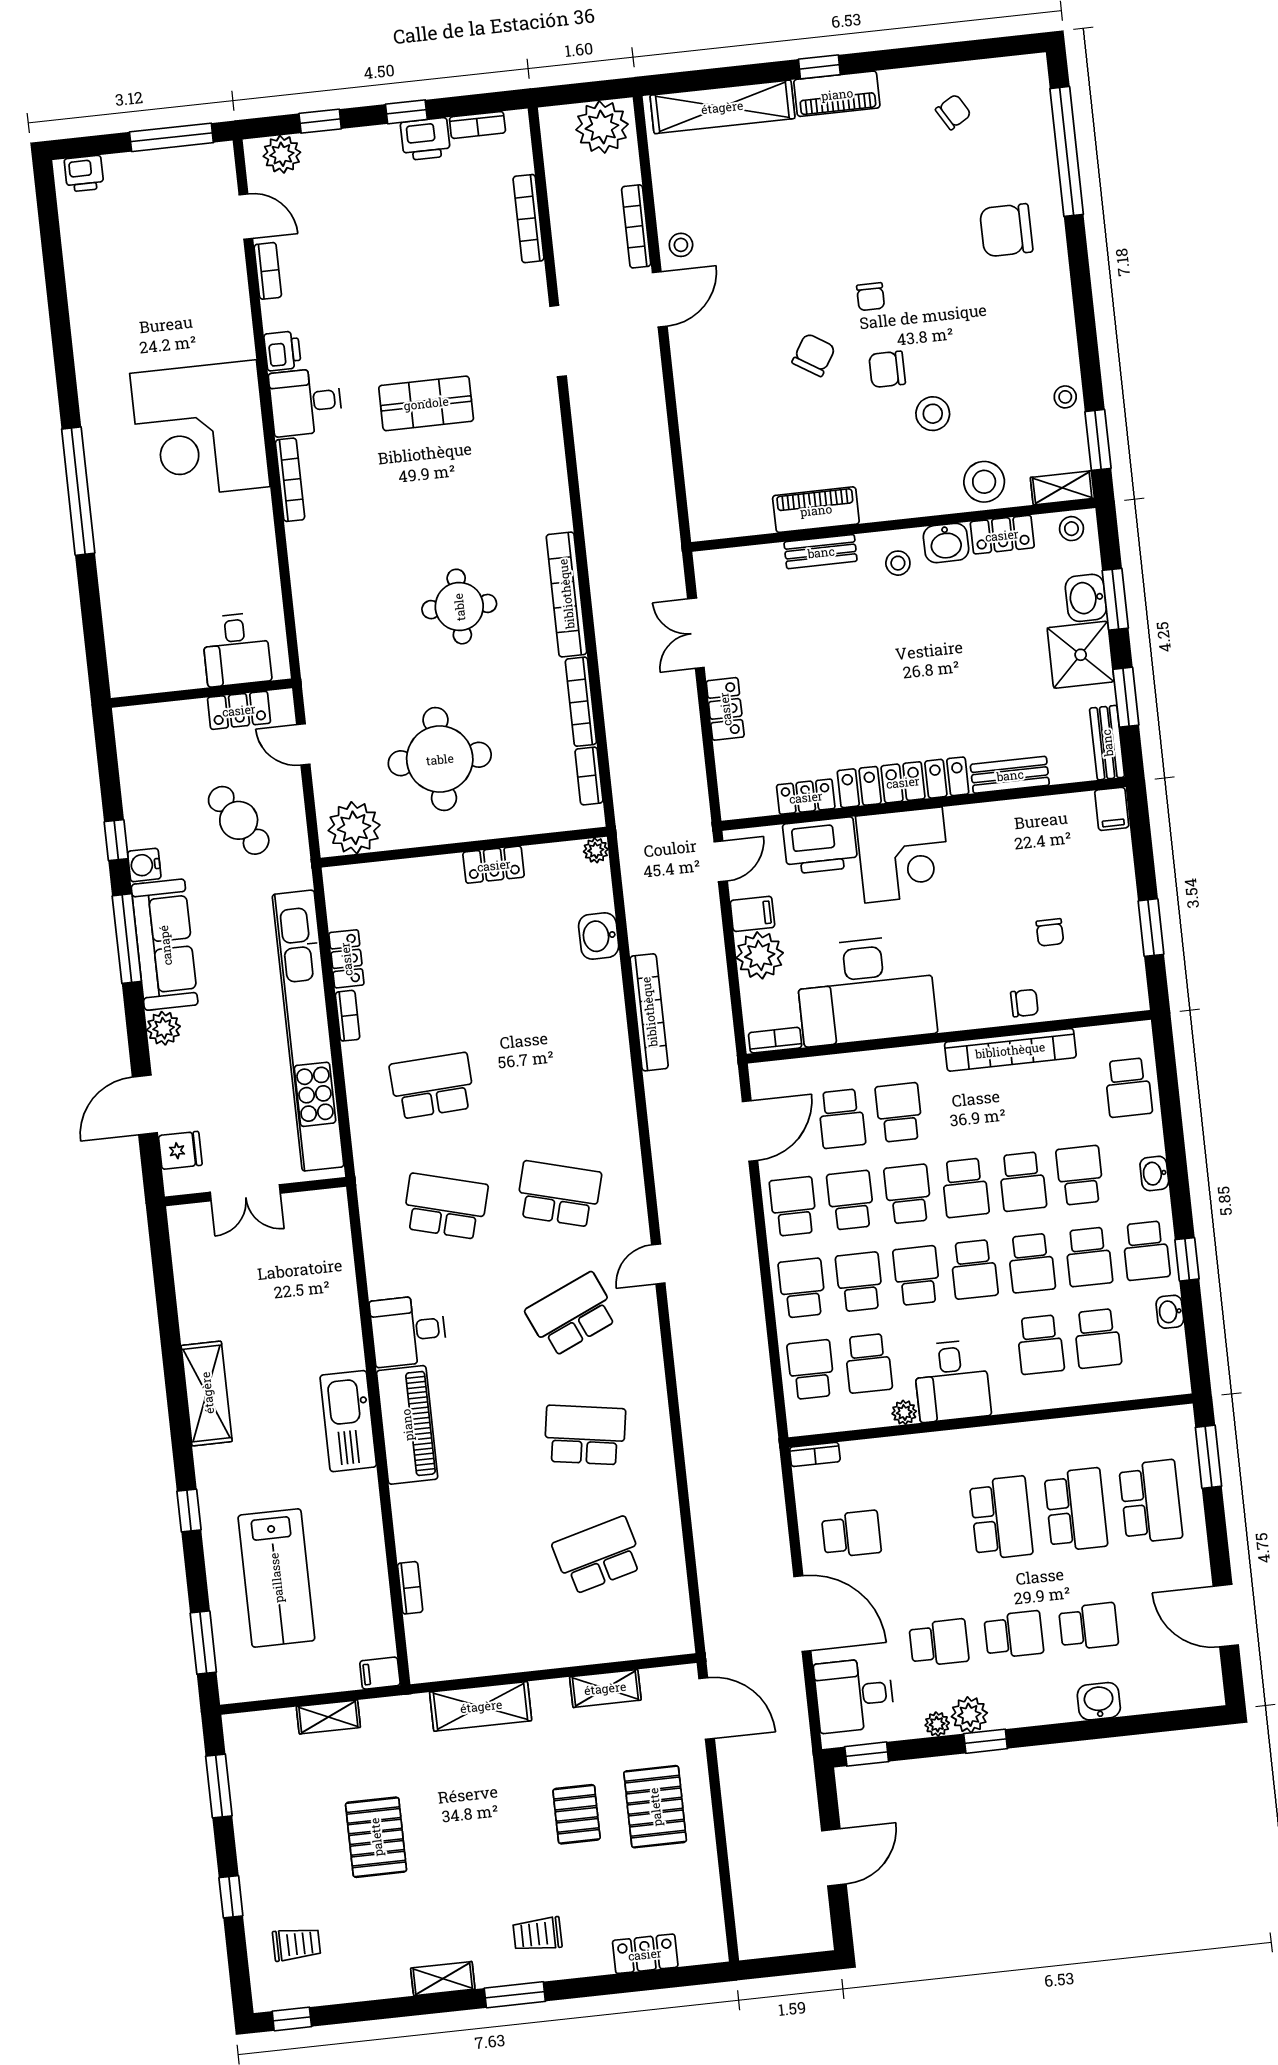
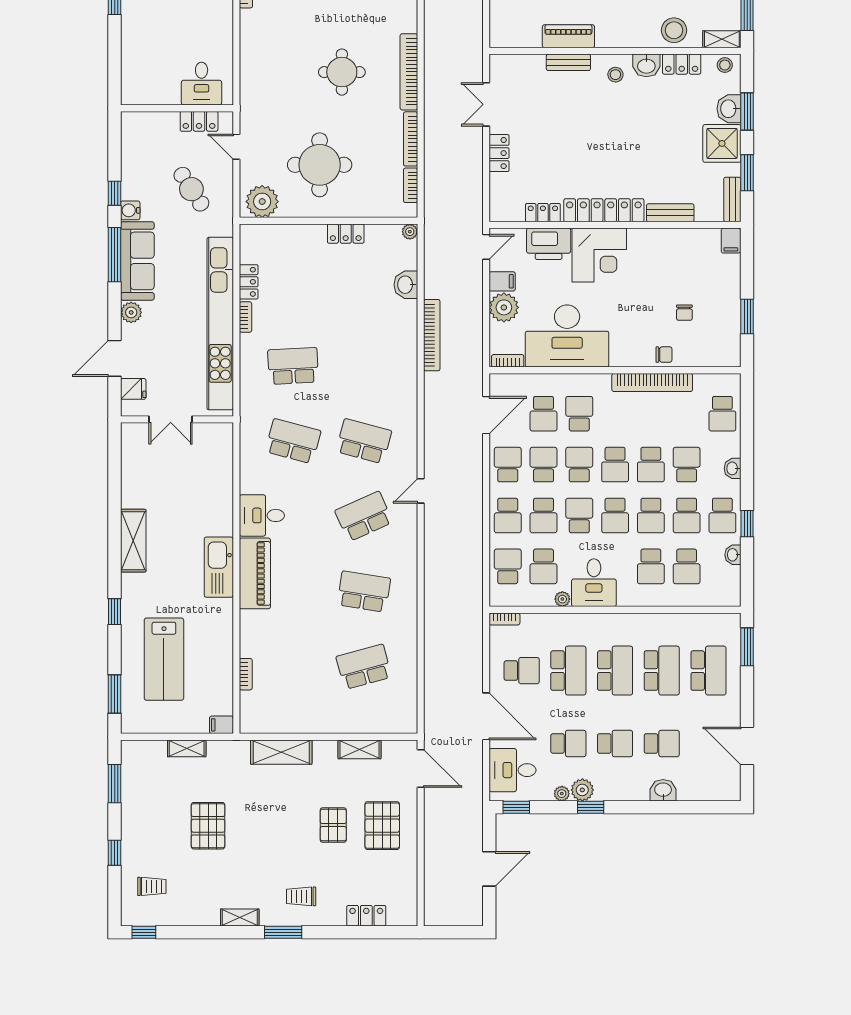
school desk: (859, 1282) -> (543, 515), turned 180
school desk: (802, 1288) -> (508, 515), turned 180
school desk: (926, 1526) -> (568, 671), added

